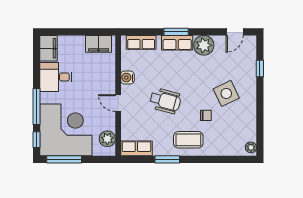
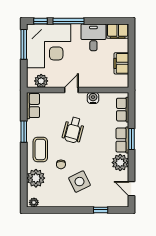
filing cabinet: (99, 44) -> (121, 63), moved
plant: (222, 145) -> (36, 178), added

